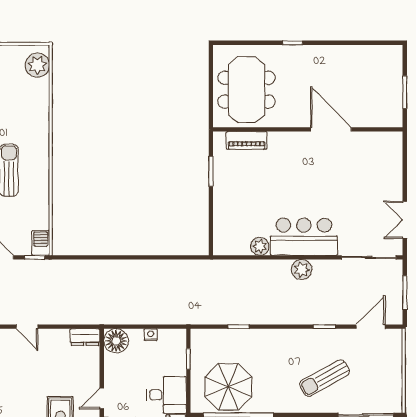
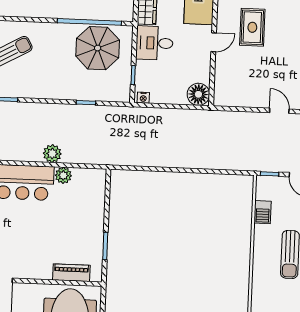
barbecue: (41, 243) -> (263, 212), moved
plant: (302, 270) -> (52, 154), moved
nightstand: (151, 335) -> (143, 98), moved
dresser: (85, 337) -> (227, 99), removed

